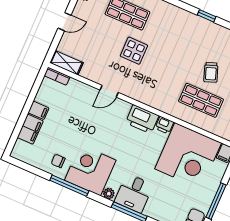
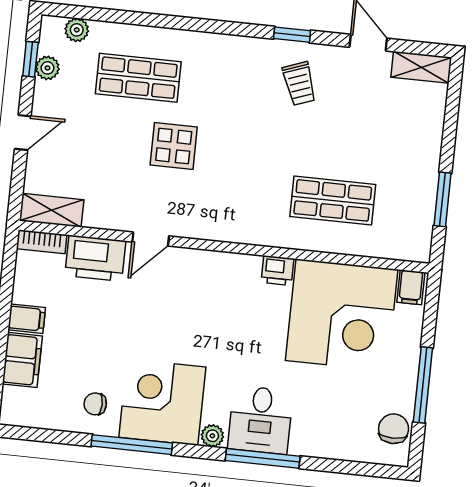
trolley: (211, 72) -> (299, 84), moved
printer: (142, 119) -> (95, 258), moved

